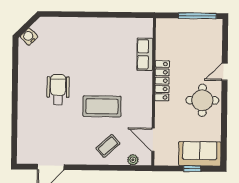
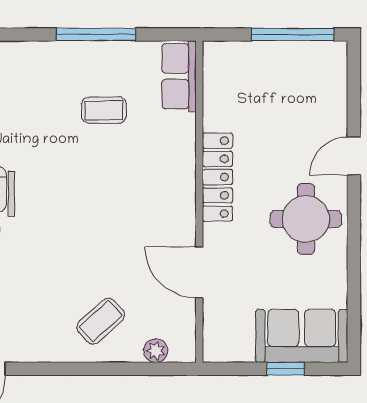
window: (107, 15) -> (96, 34), added
row of seats: (145, 54) -> (179, 76), moved
coffee table: (102, 106) -> (104, 110), moved, width x0.54, depth x0.58
door: (153, 140) -> (199, 272), moved

